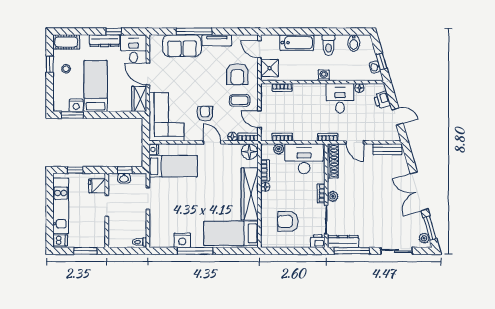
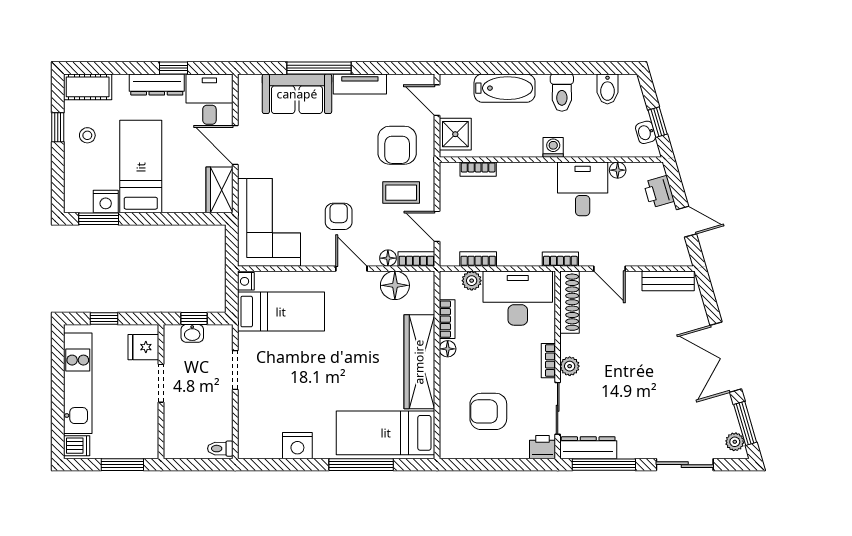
floor lamp: (249, 152) -> (395, 285), moved
window: (195, 251) -> (361, 465), moved

